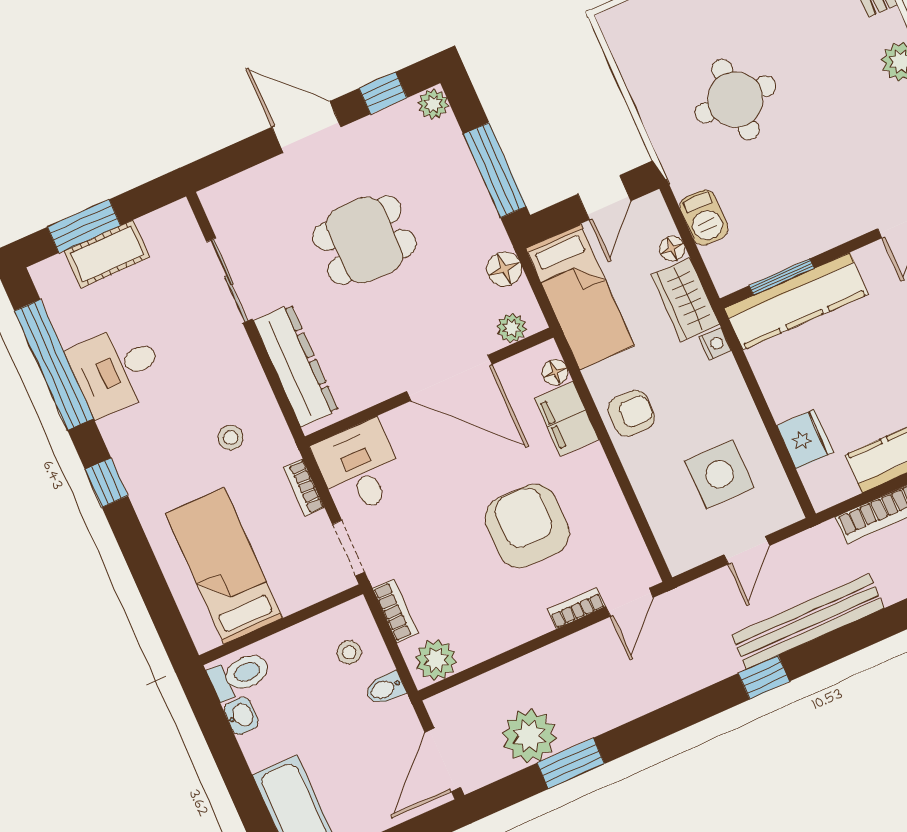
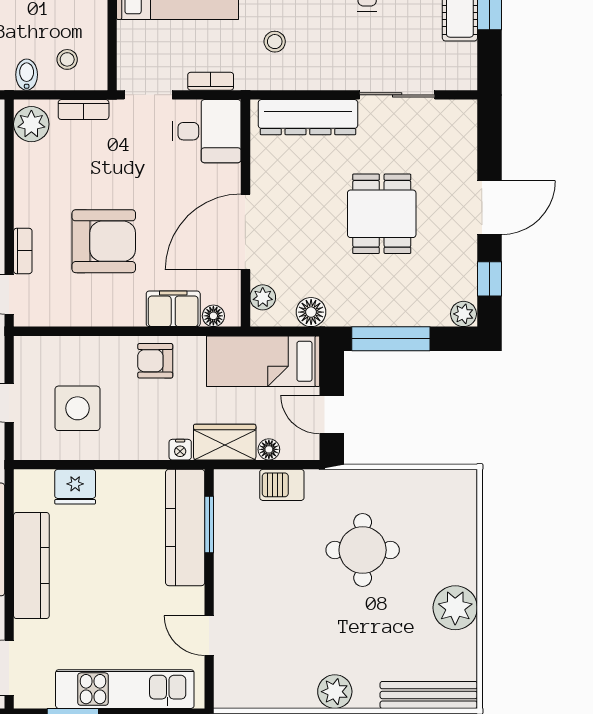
armchair: (631, 413) -> (155, 361), turned 90

